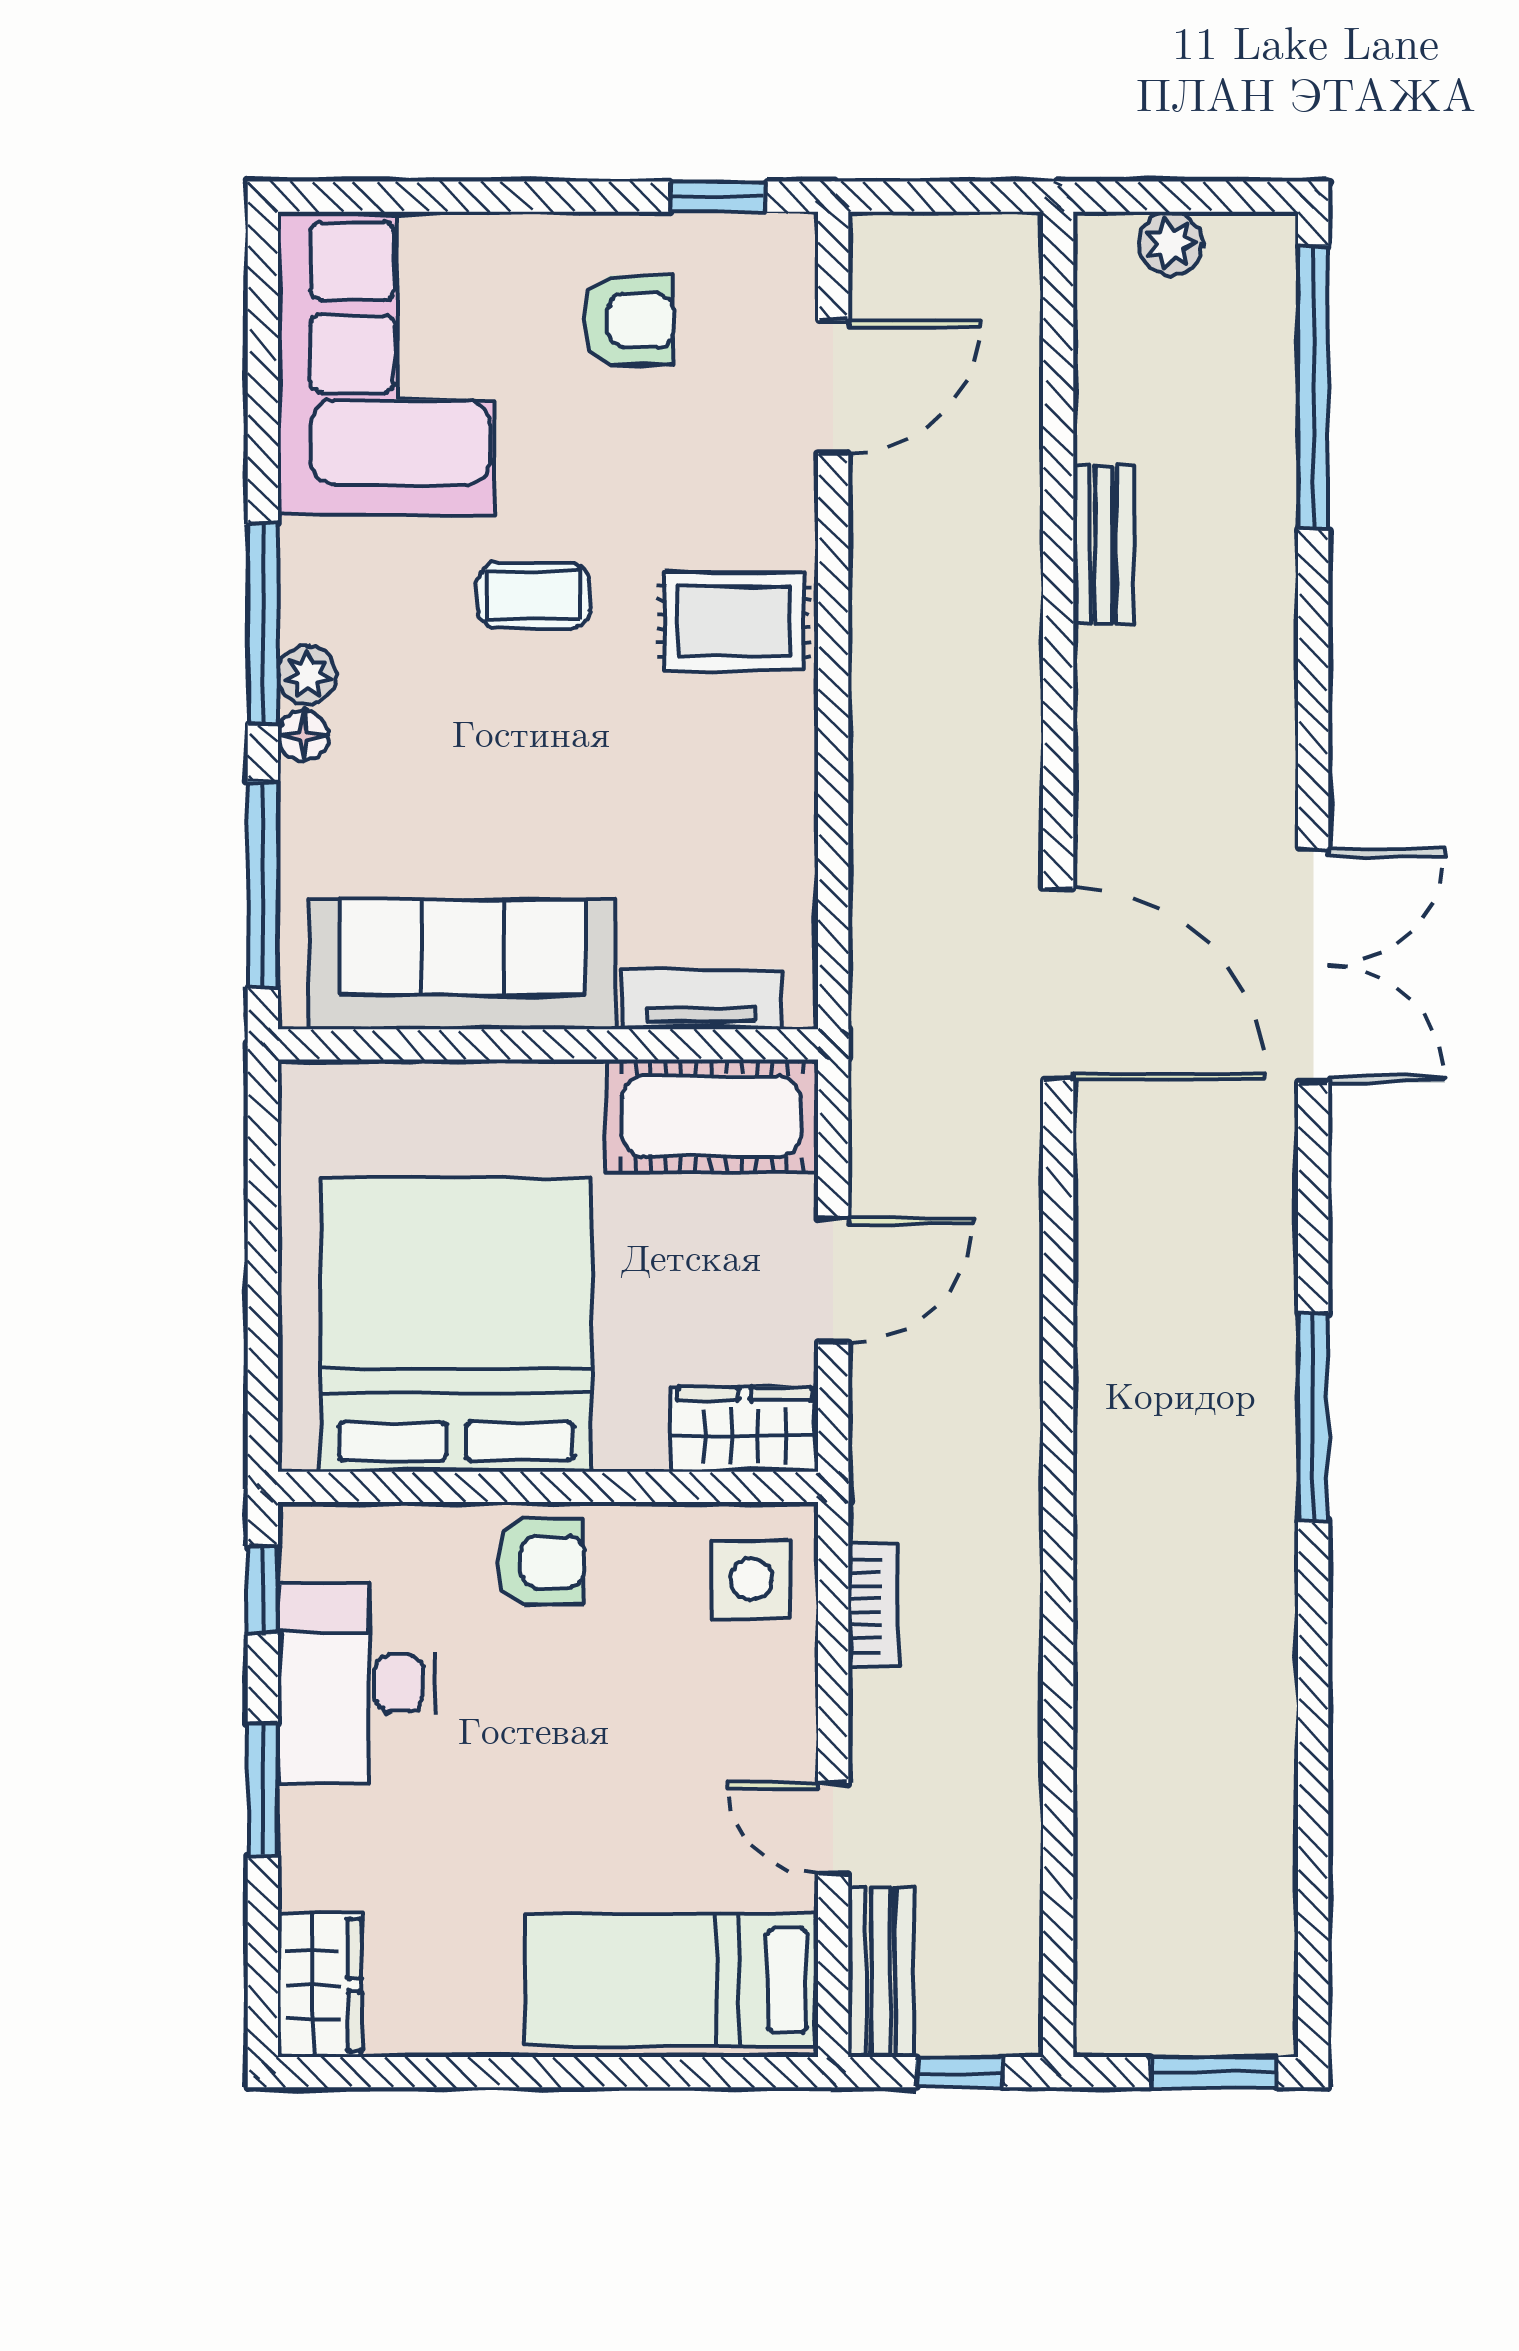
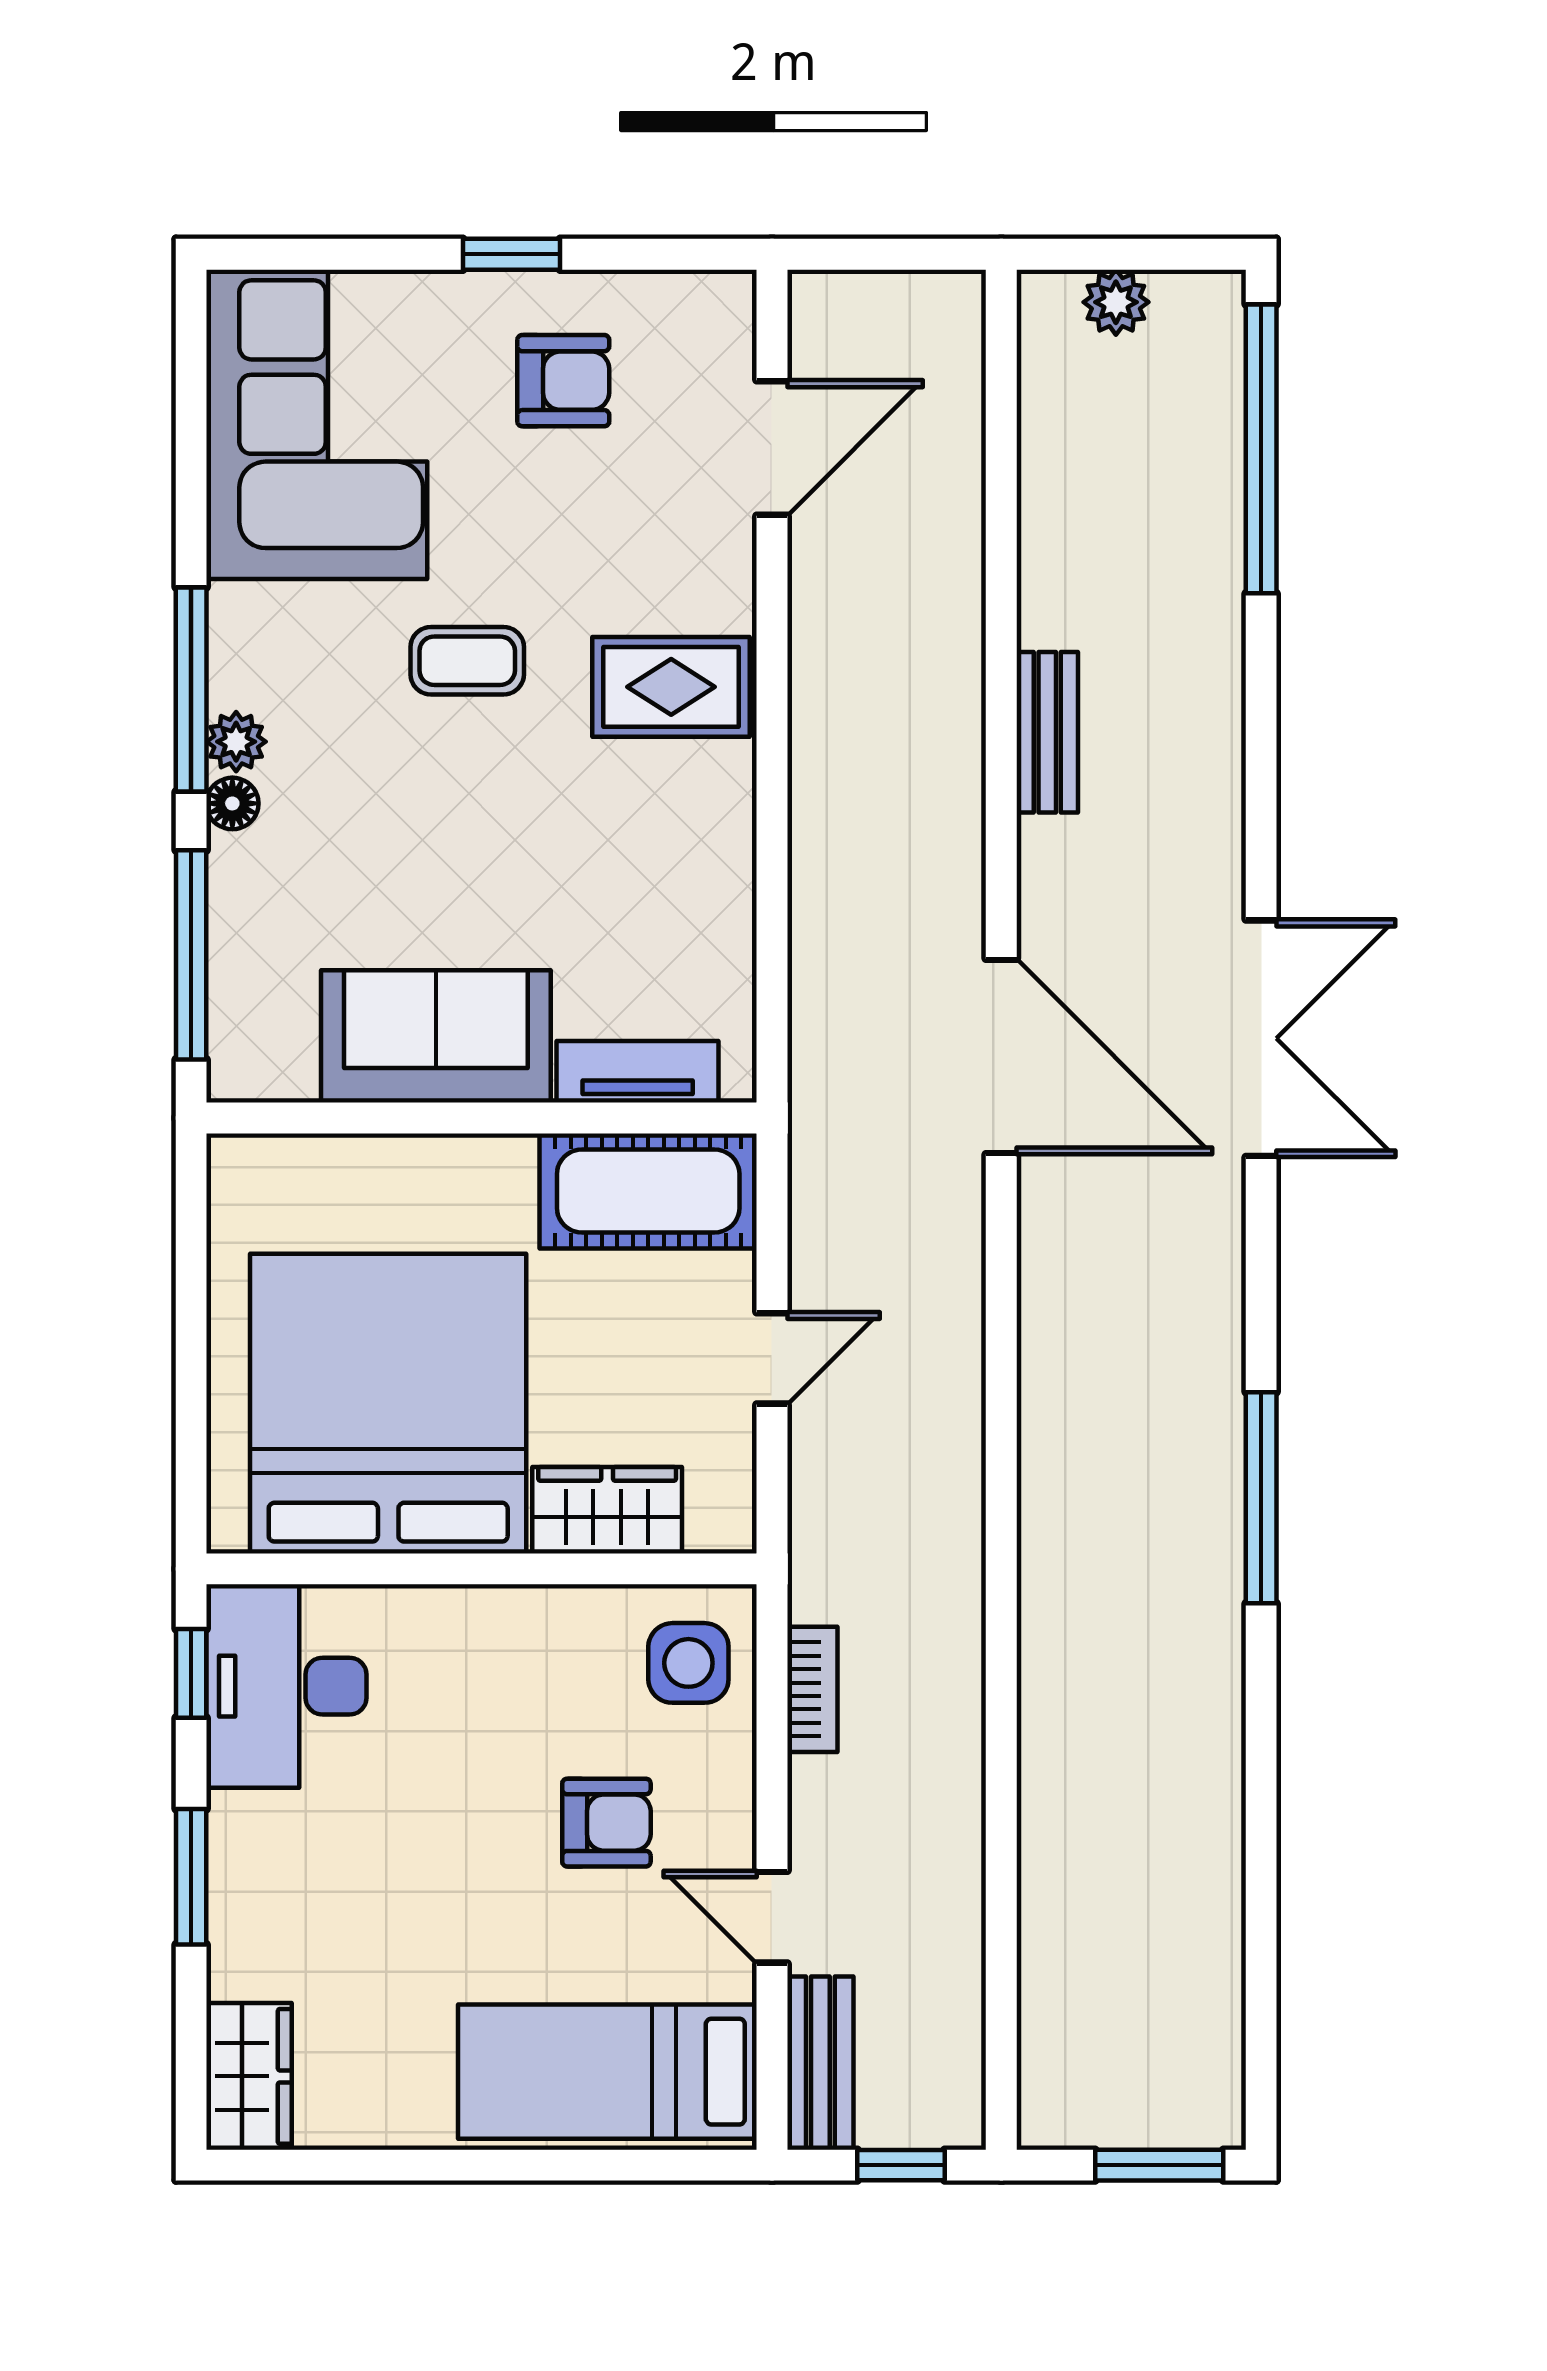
window: (718, 197) -> (511, 254), moved
bench: (1103, 544) -> (1047, 732), moved
sofa: (463, 964) -> (436, 1036), width x0.73
door: (833, 1280) -> (772, 1358), width x0.73
wardrobe: (745, 1429) -> (607, 1510), moved
armchair: (540, 1562) -> (606, 1823), moved
desk: (356, 1683) -> (286, 1686), moved

